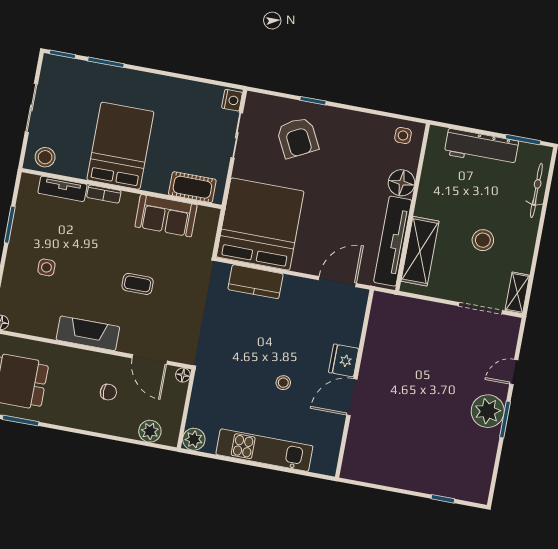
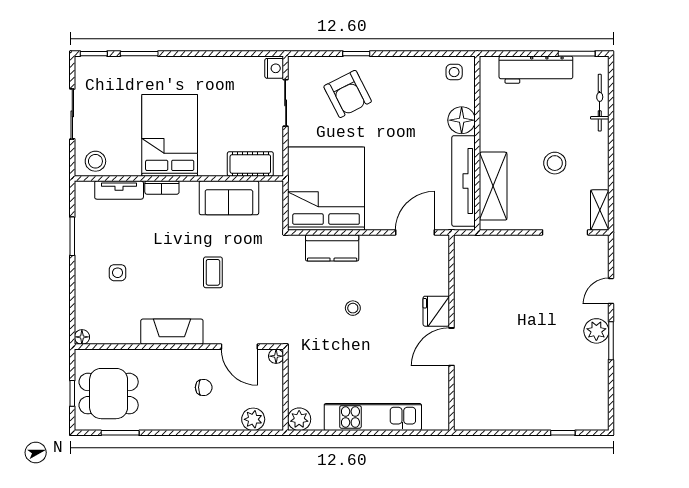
coffee table: (138, 284) -> (213, 272), turned 90
stool: (283, 383) -> (353, 308), moved
plant: (488, 411) -> (596, 331), width x0.73, depth x0.73

